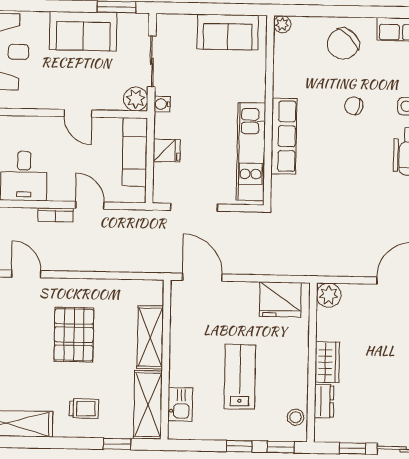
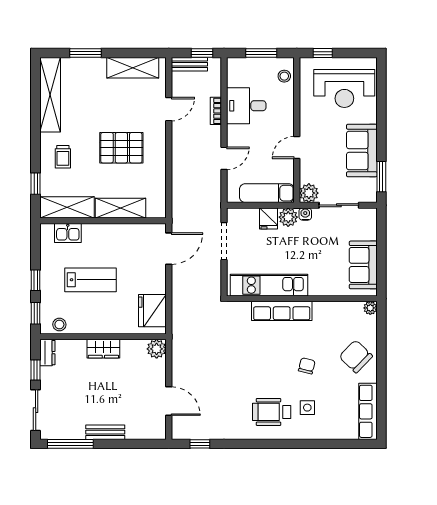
plant: (166, 126) -> (288, 217), added
bookcase: (55, 215) -> (216, 111), moved
dresser: (324, 401) -> (47, 353), moved, turned -90

